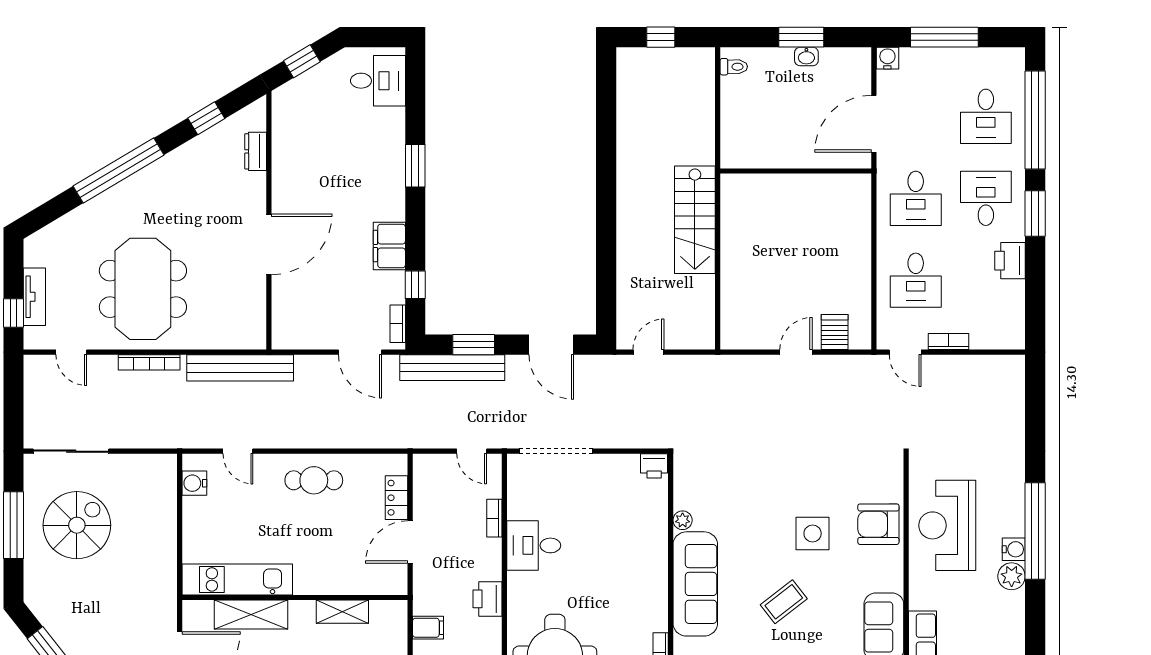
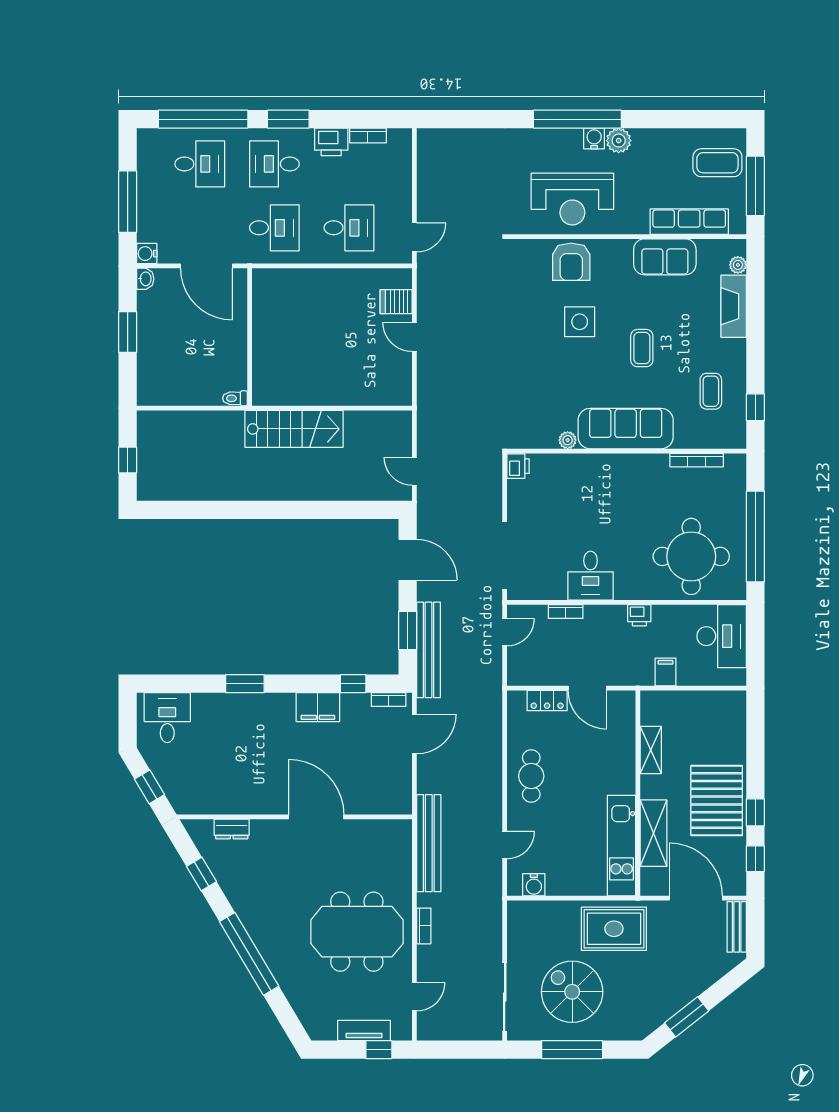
washbasin: (806, 56) -> (145, 279), moved
toilet: (734, 67) -> (235, 398), moved, turned -90
bookcase: (949, 341) -> (368, 135), moved, turned -90
door: (551, 345) -> (408, 560), hinge flipped
bookcase: (149, 362) -> (424, 926), width x0.64
rug: (146, 571) -> (614, 929), added
printer: (488, 599) -> (639, 615), width x0.73, depth x0.81
coffee table: (784, 602) -> (642, 348), turned 38

